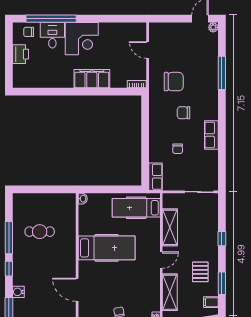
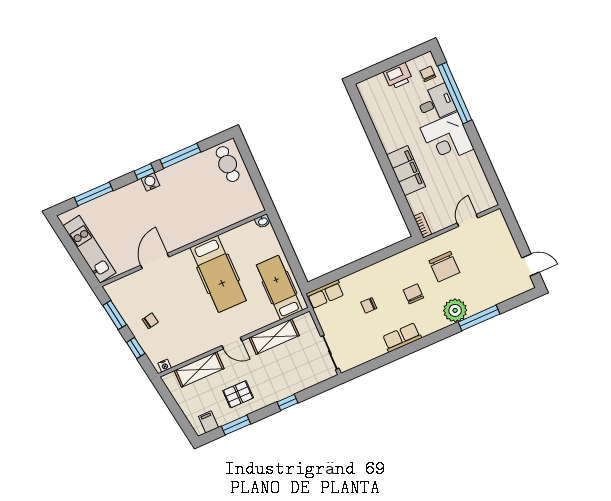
plant: (213, 27) -> (455, 310), moved, width x1.88, depth x1.88
cafe table: (40, 232) -> (228, 164), moved
water cooler: (18, 292) -> (150, 182), moved

